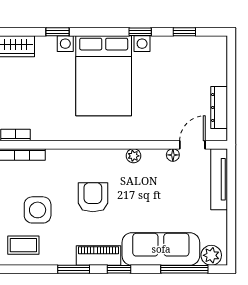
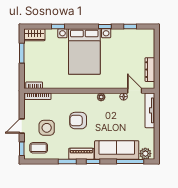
door: (192, 145) -> (135, 91), hinge flipped
armchair: (93, 197) -> (78, 121), turned -90

